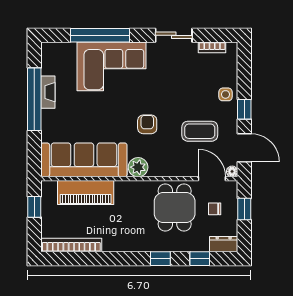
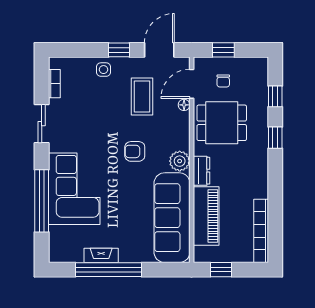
floor lamp: (232, 171) -> (184, 105), moved
dresser: (224, 244) -> (202, 171), moved, turned 180

